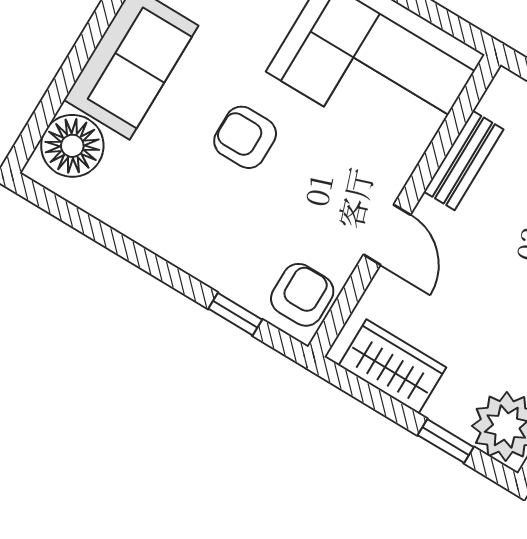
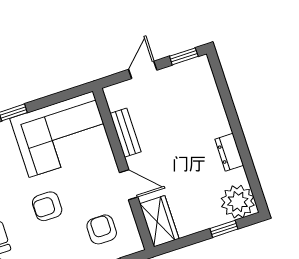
armchair: (302, 295) -> (102, 229), moved
wardrobe: (392, 366) -> (159, 221), moved, turned 90

